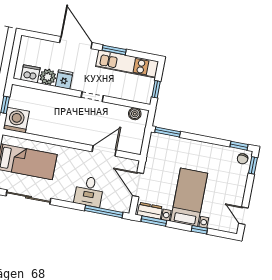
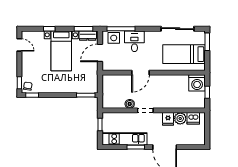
boiler: (135, 114) -> (130, 104), moved
door: (104, 151) -> (140, 73), moved
door: (138, 185) -> (100, 53), swing flipped
side table: (116, 201) -> (114, 38), added

